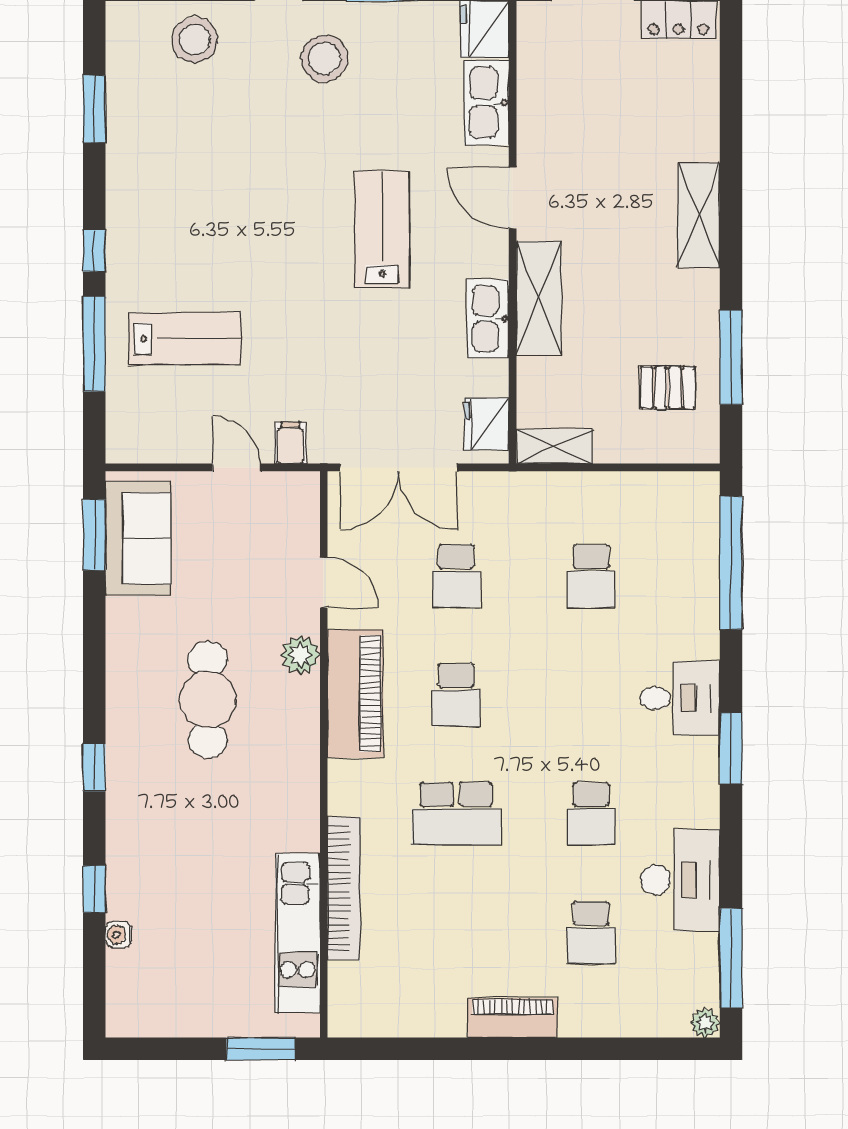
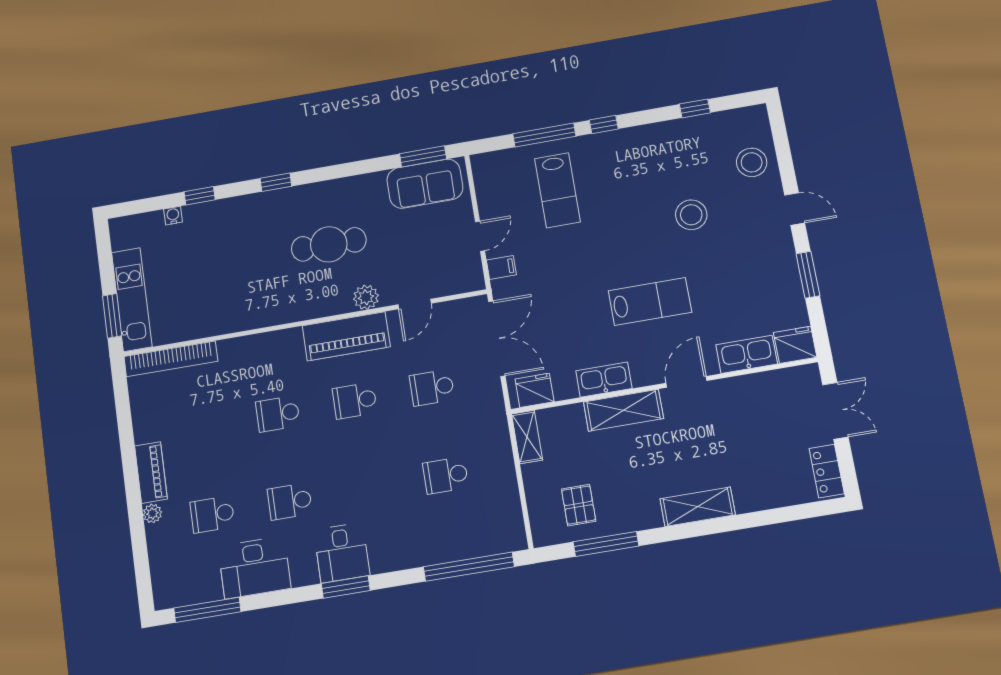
stool: (324, 59) -> (691, 215), moved
window: (94, 109) -> (695, 108), width x0.67
double door: (398, 467) -> (497, 339), swing flipped
desk: (680, 698) -> (342, 553), moved
school desk: (456, 814) -> (278, 414), width x0.54
bookcase: (344, 888) -> (171, 359), moved
kitchen unit: (298, 933) -> (132, 299), moved, turned 90
plant: (705, 1023) -> (152, 513), moved

